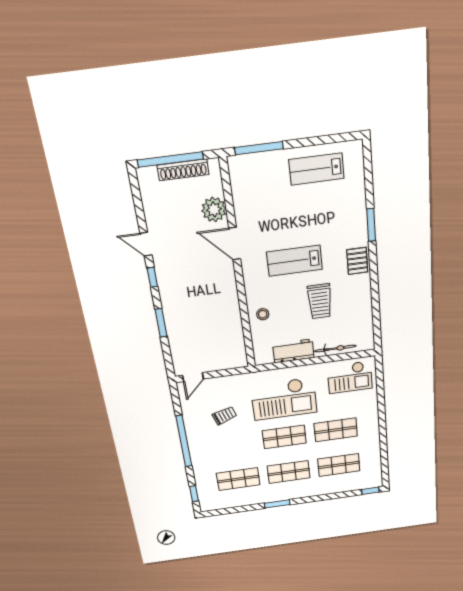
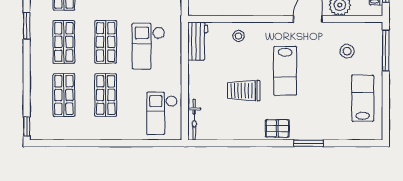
stool: (265, 194) -> (347, 51), added
lab bench: (294, 261) -> (285, 71), turned 180
bicycle: (335, 349) -> (194, 120), moved
workbench: (293, 351) -> (198, 41), moved
checkout: (284, 399) -> (148, 46), width x0.73, depth x0.83

